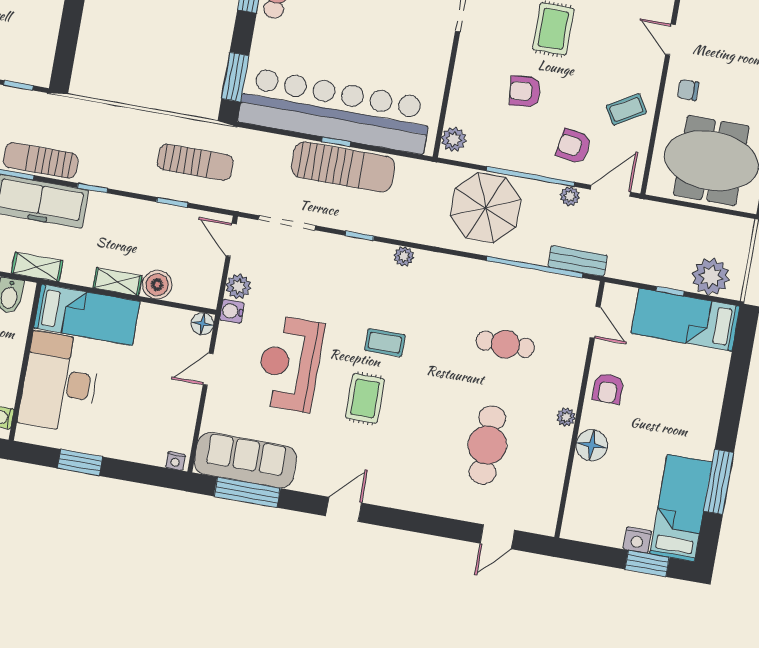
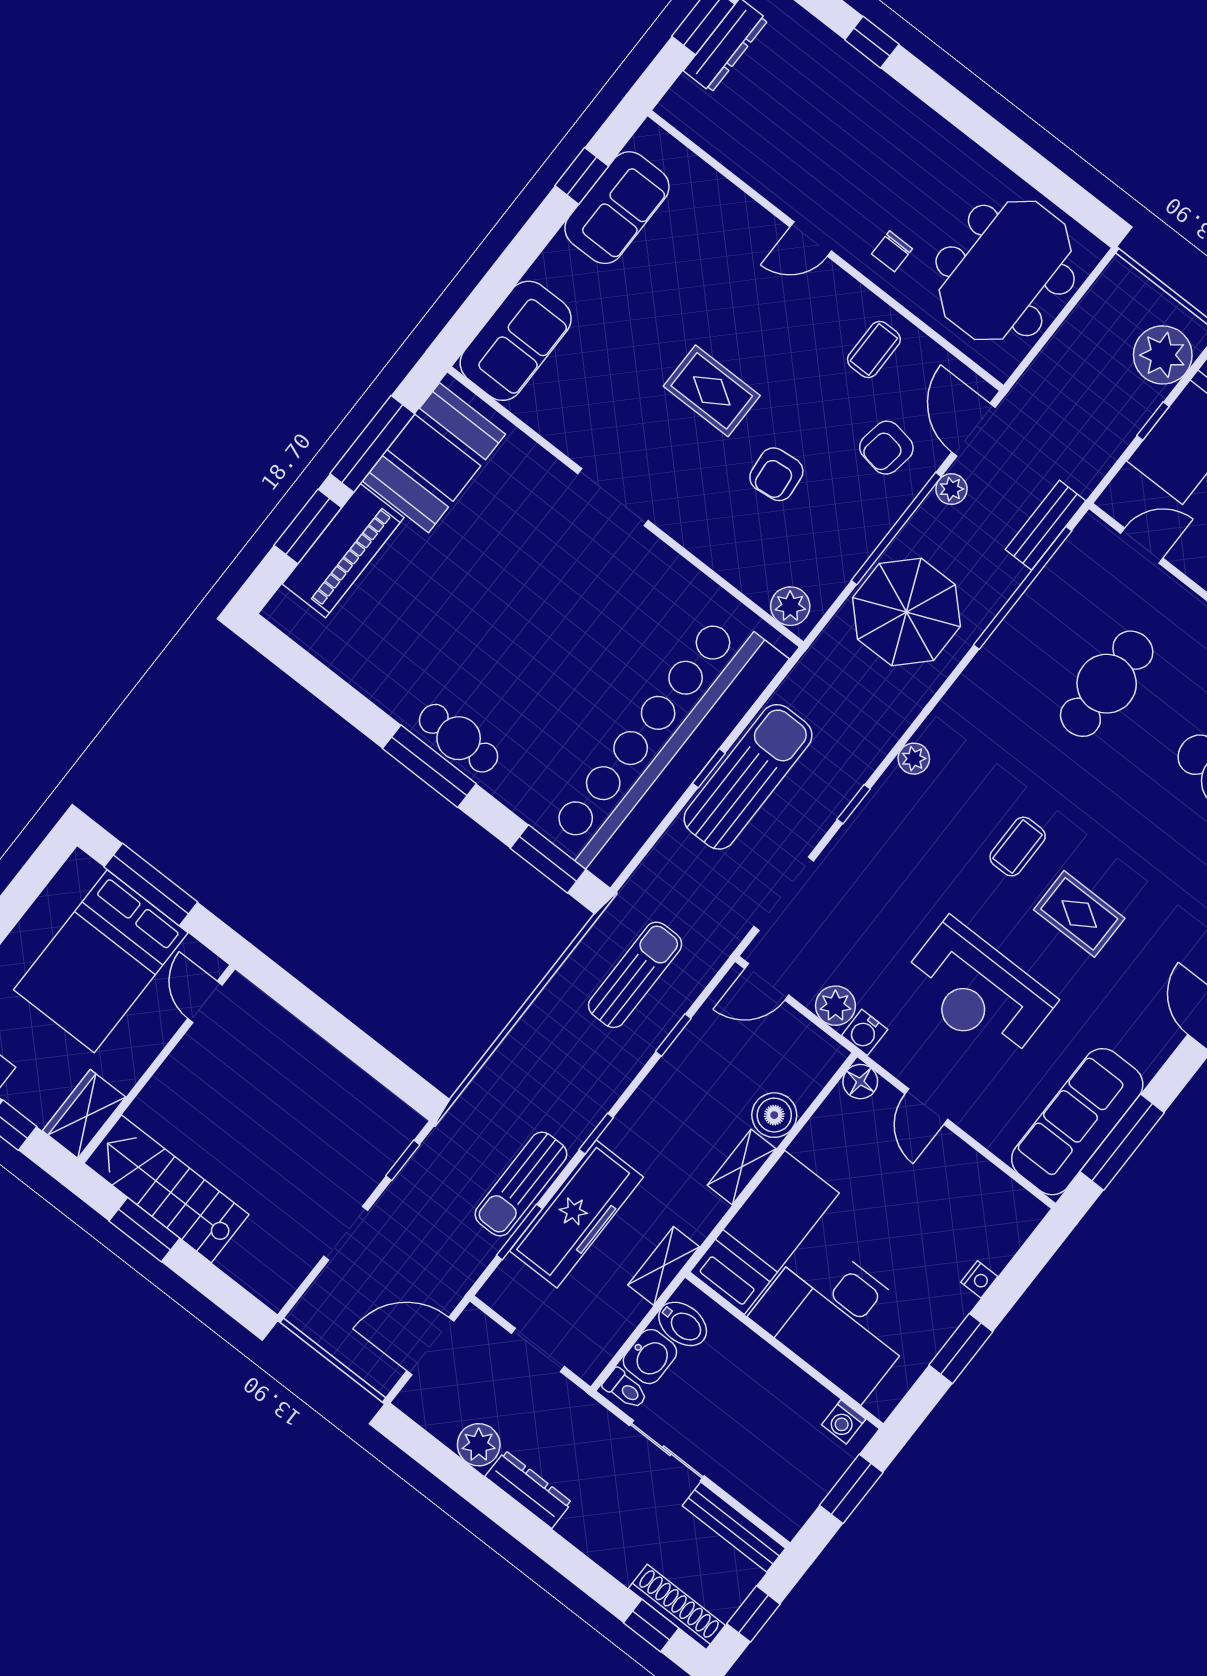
coffee table: (626, 109) -> (874, 350), turned 30
cafe table: (505, 344) -> (1107, 684), width x1.37, depth x1.35
nightstand: (175, 461) -> (979, 1279), moved

